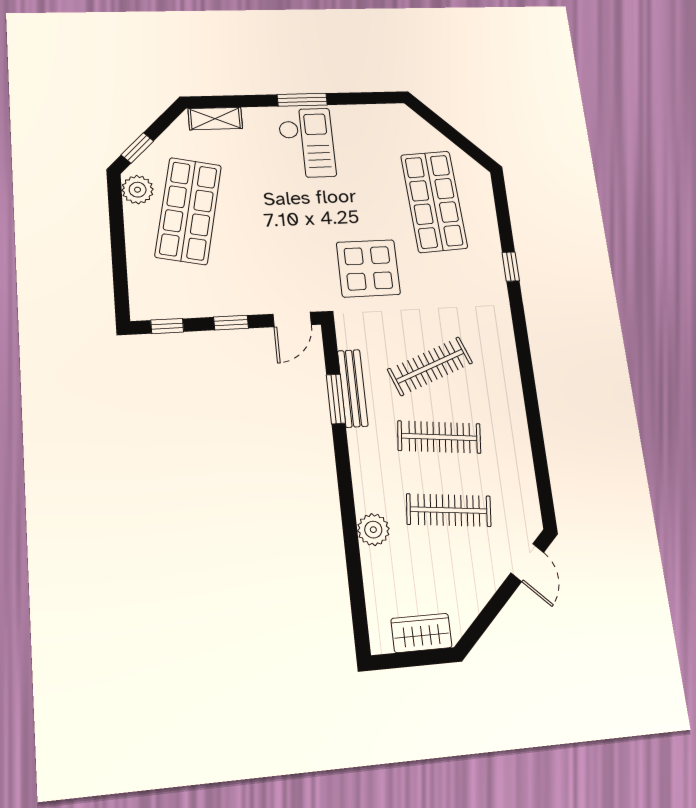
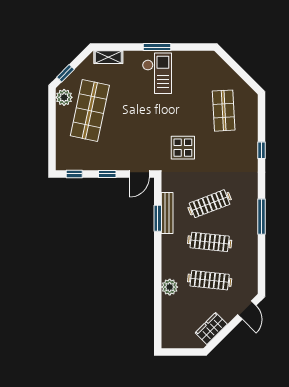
shop shelf: (434, 201) -> (224, 111), width x0.70, depth x0.74
display table: (368, 268) -> (183, 148), width x0.73, depth x0.73
window: (528, 384) -> (261, 217), added
wardrobe: (421, 633) -> (211, 329), moved, turned -45

